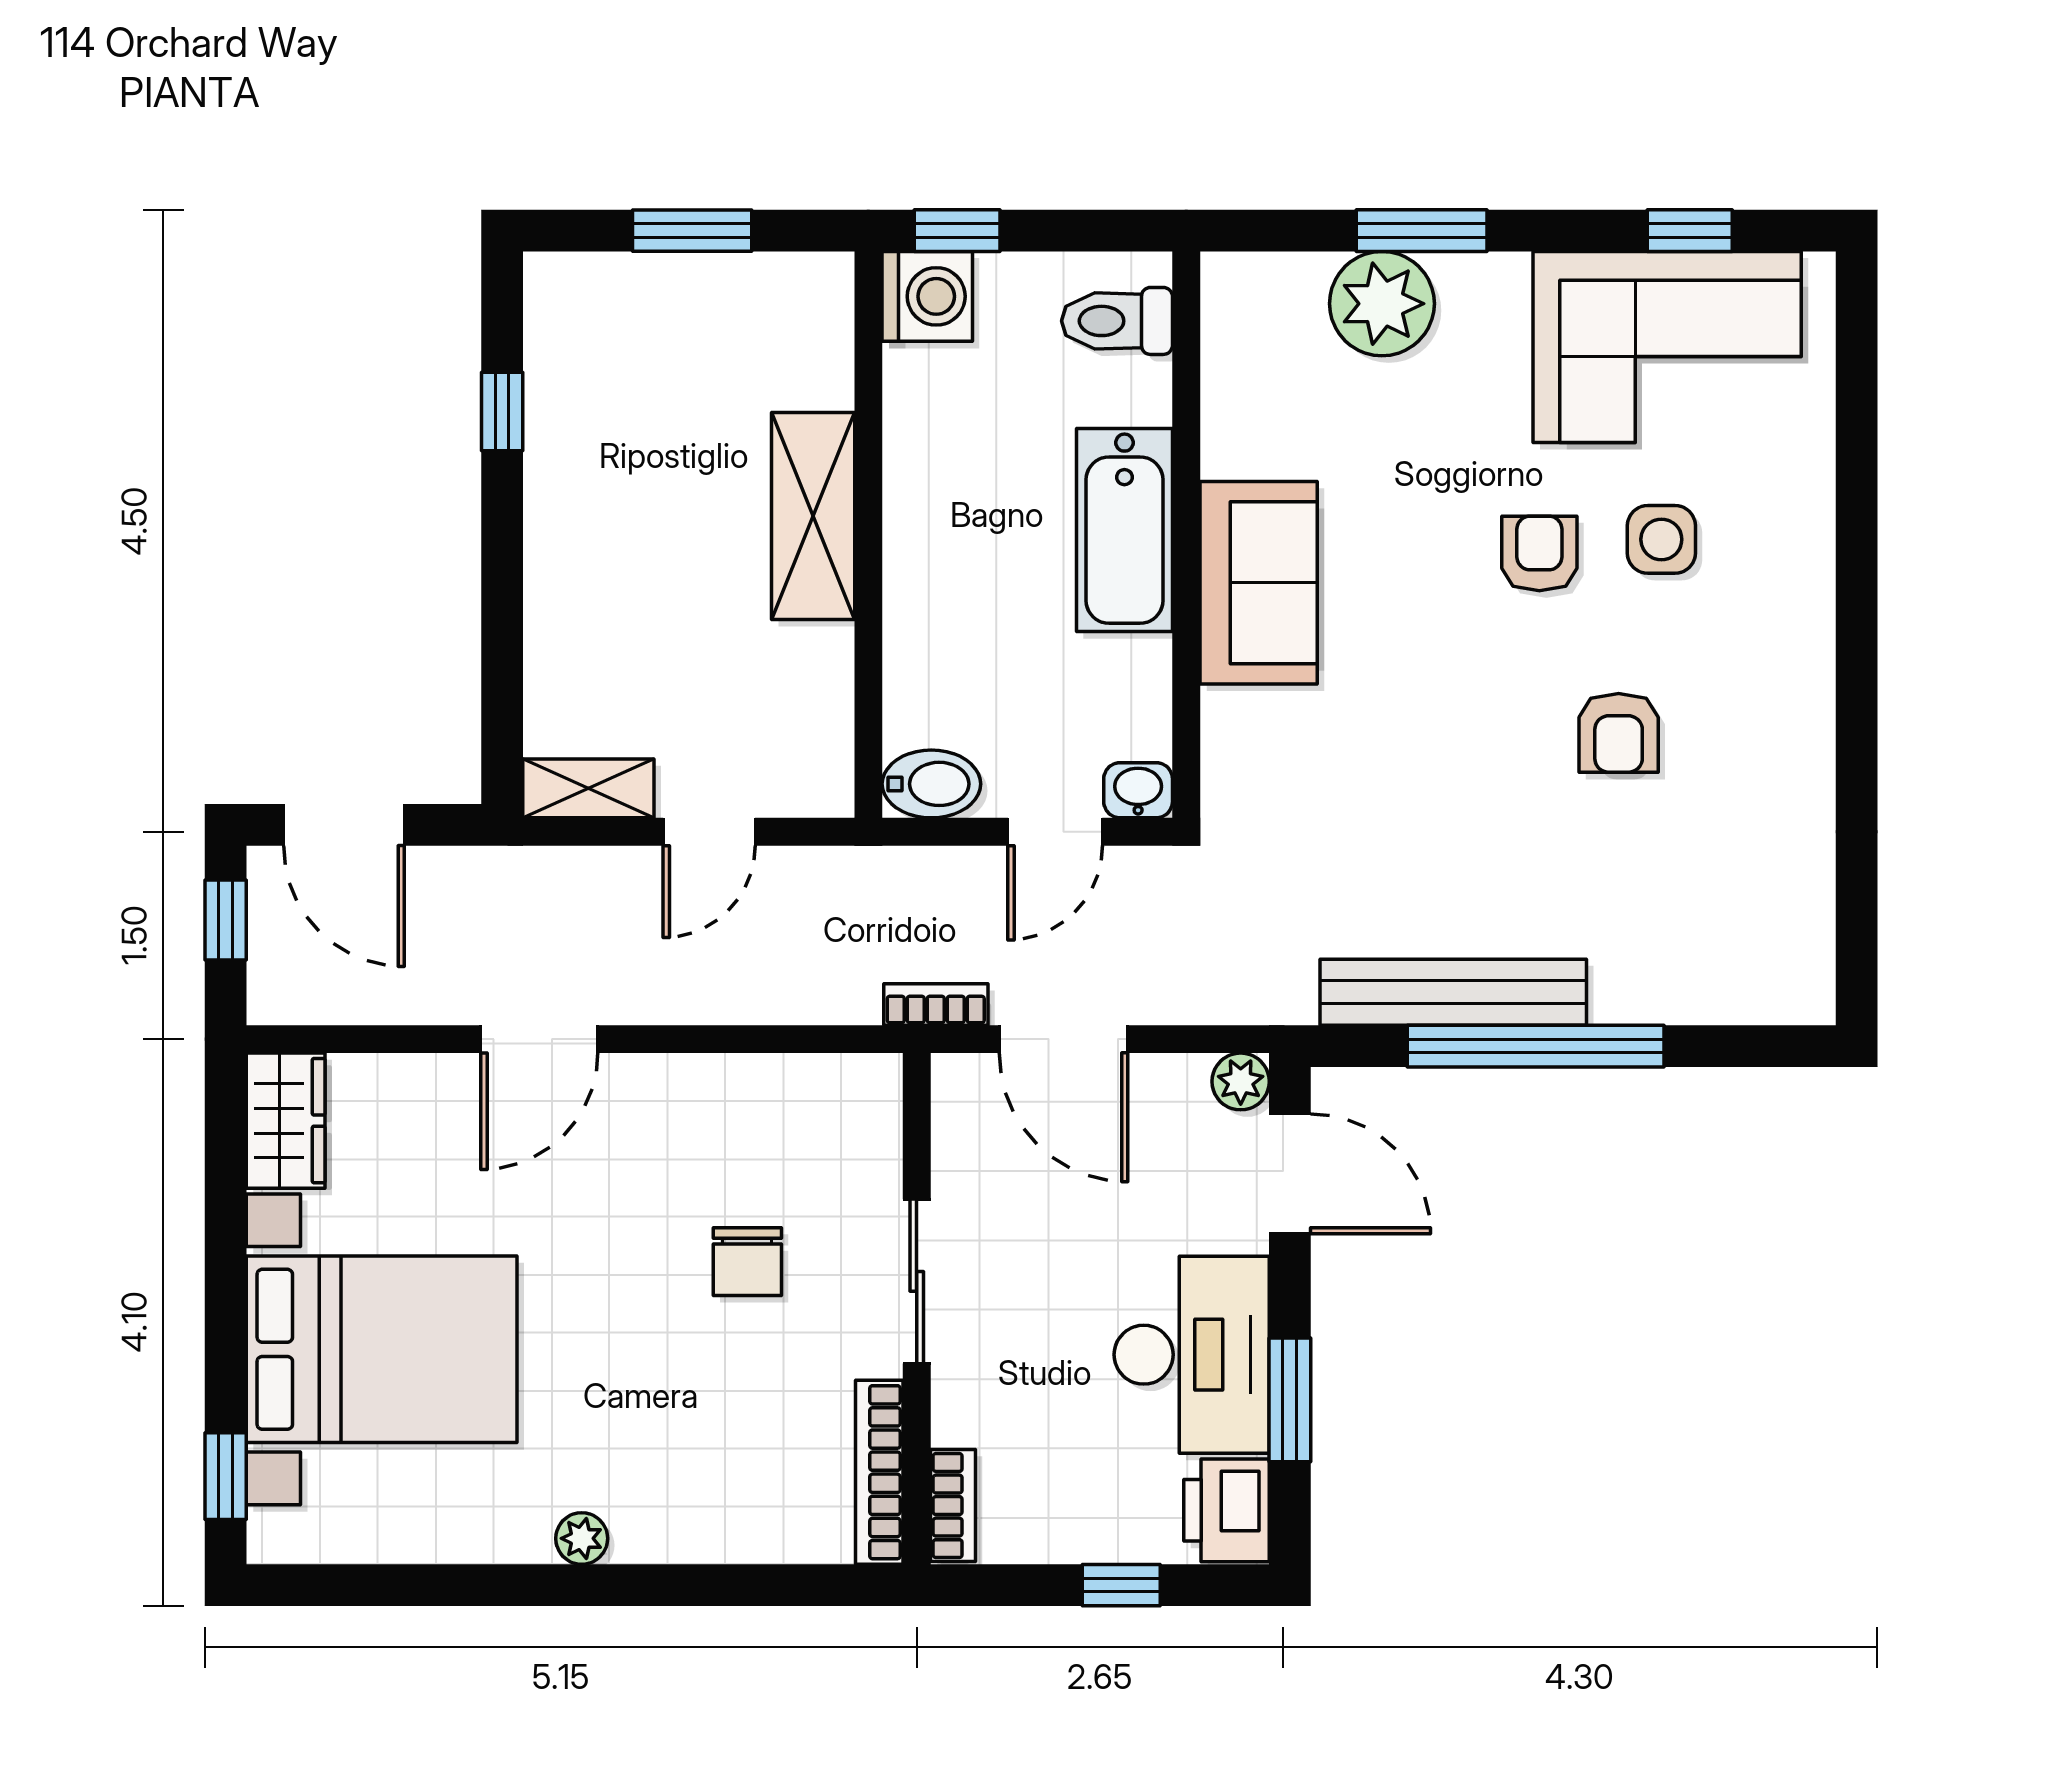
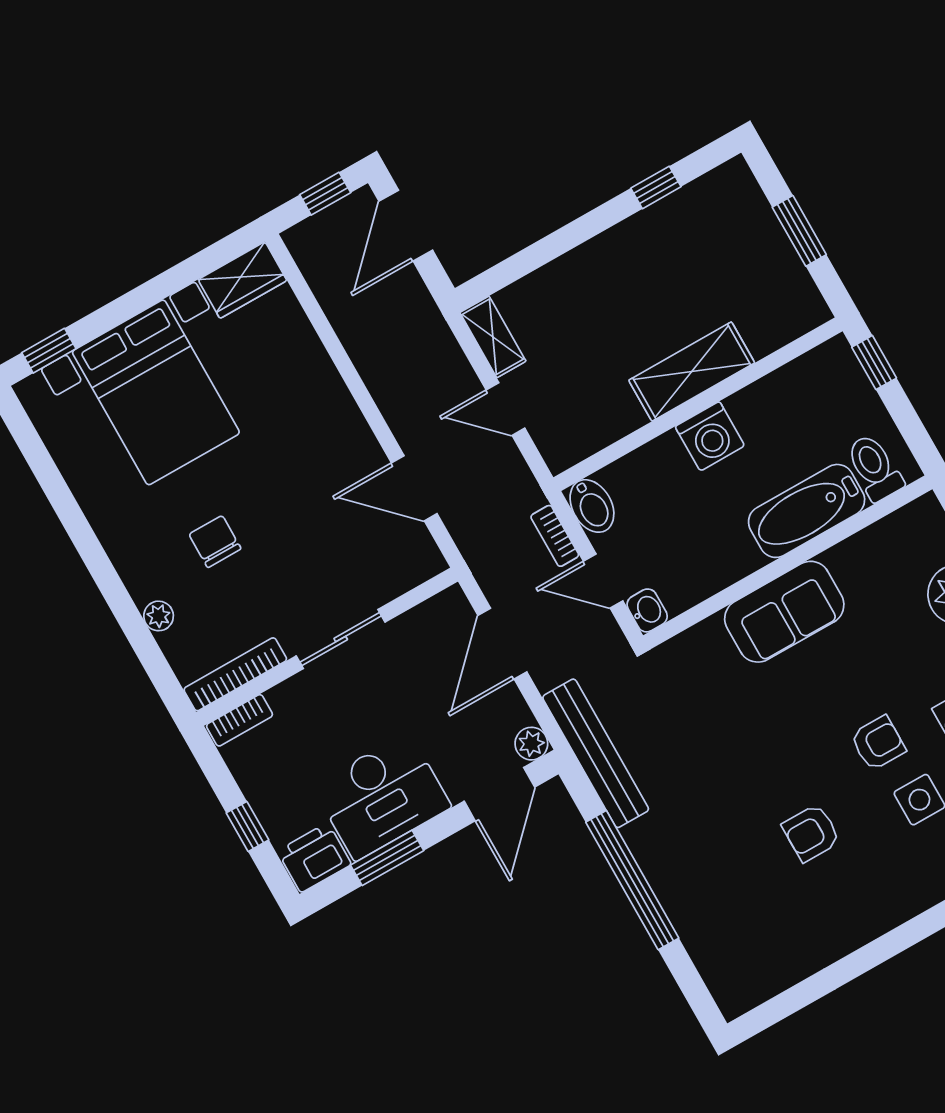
washing machine: (927, 296) -> (710, 436), moved
bathtub: (1124, 530) -> (807, 511), moved
bench: (1453, 992) -> (596, 753), moved
bookcase: (936, 1005) -> (555, 536), moved, turned 180
door: (539, 1039) -> (414, 488), moved
chair: (747, 1262) -> (215, 542), moved, turned 90
plant: (582, 1538) -> (159, 616), moved

